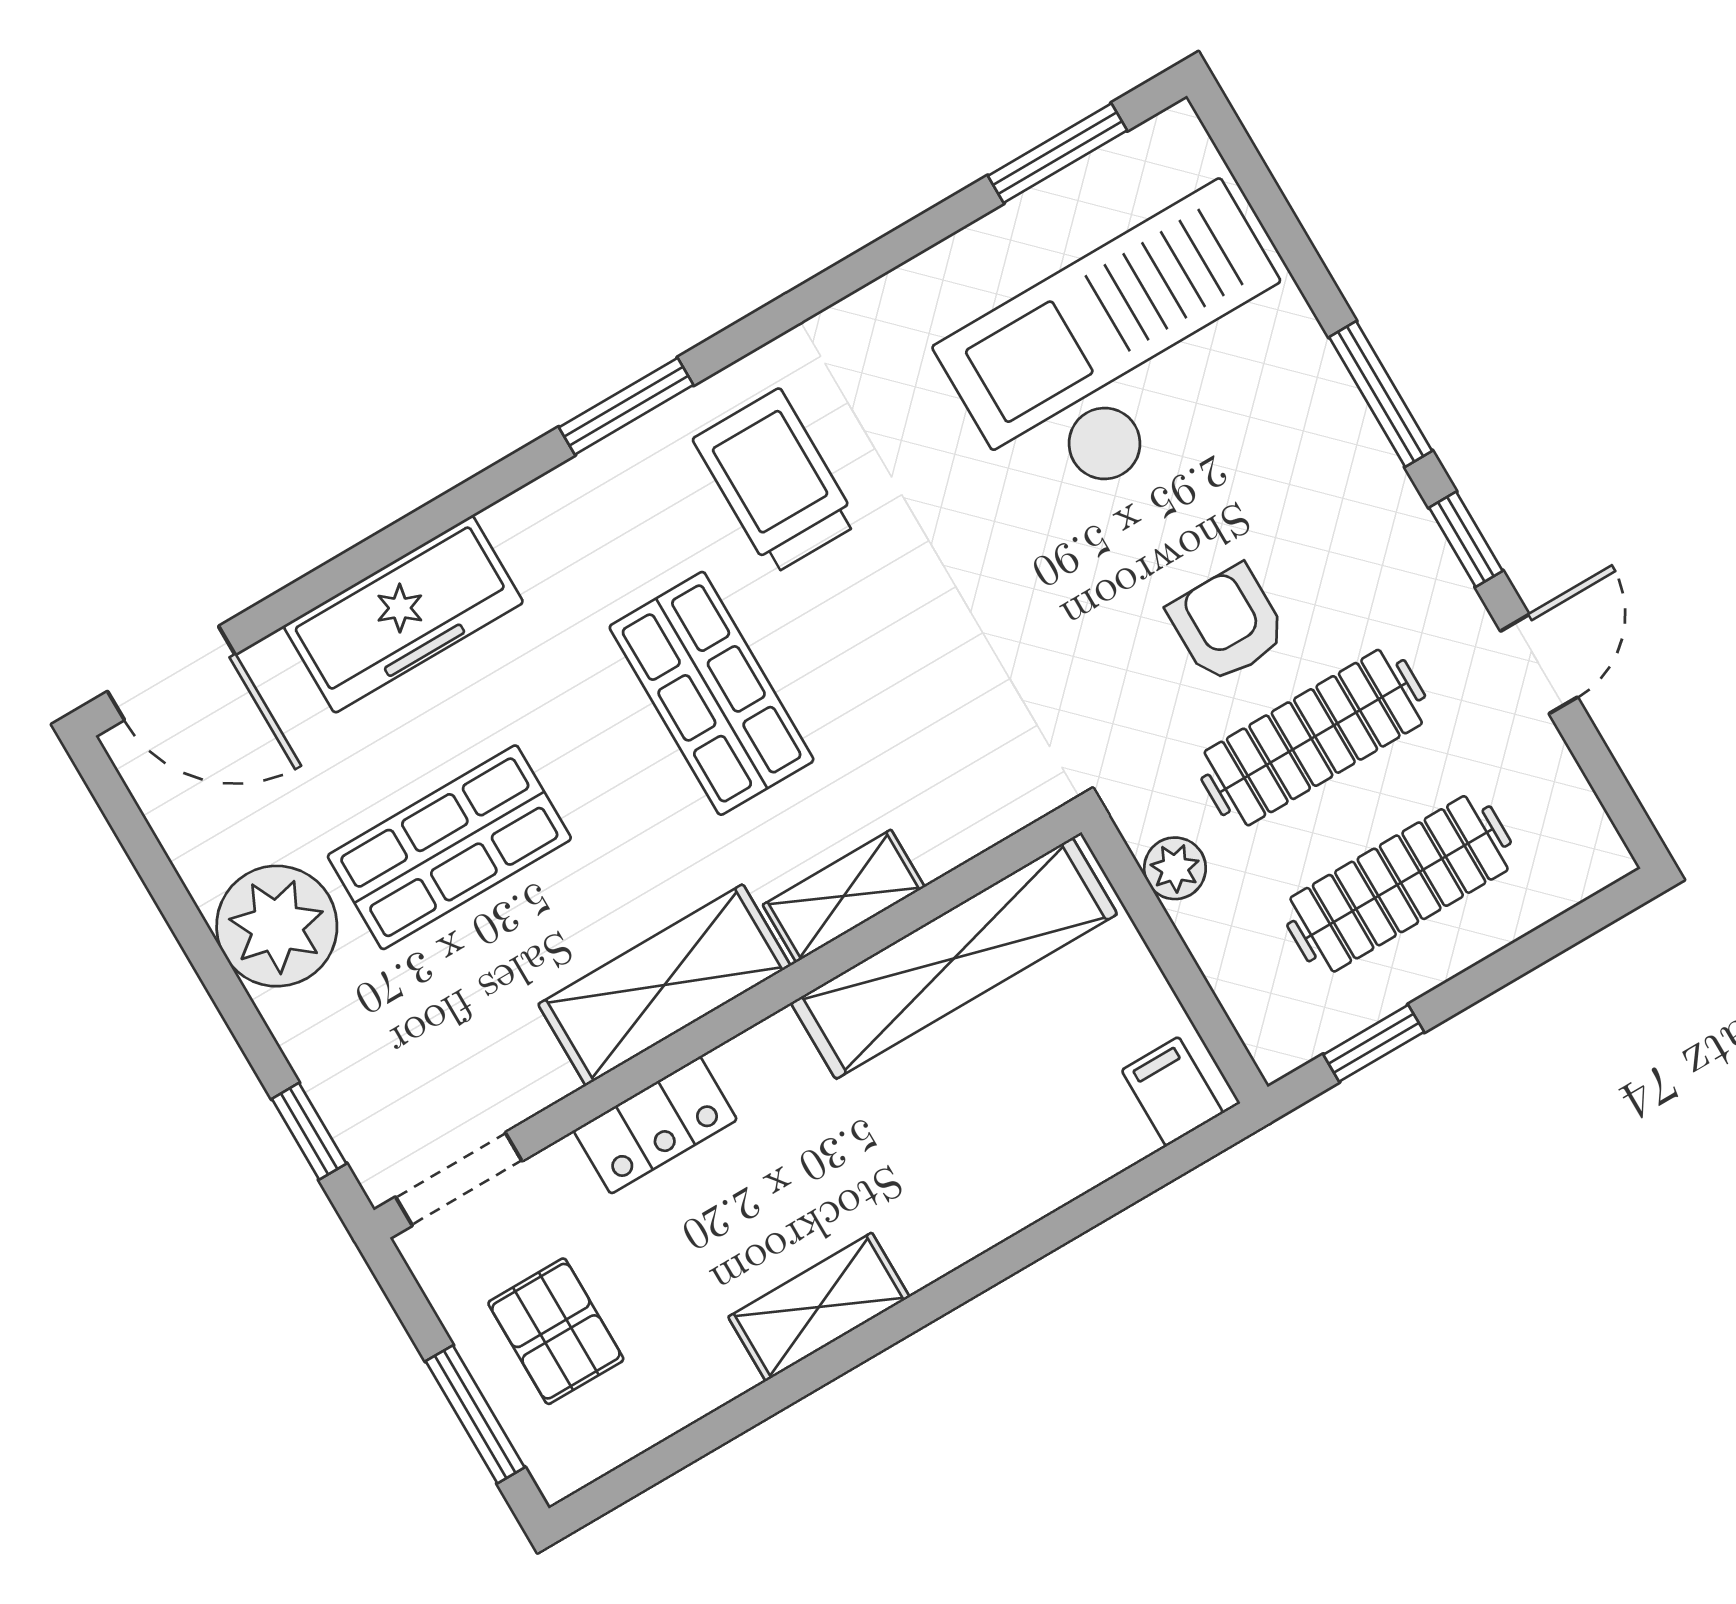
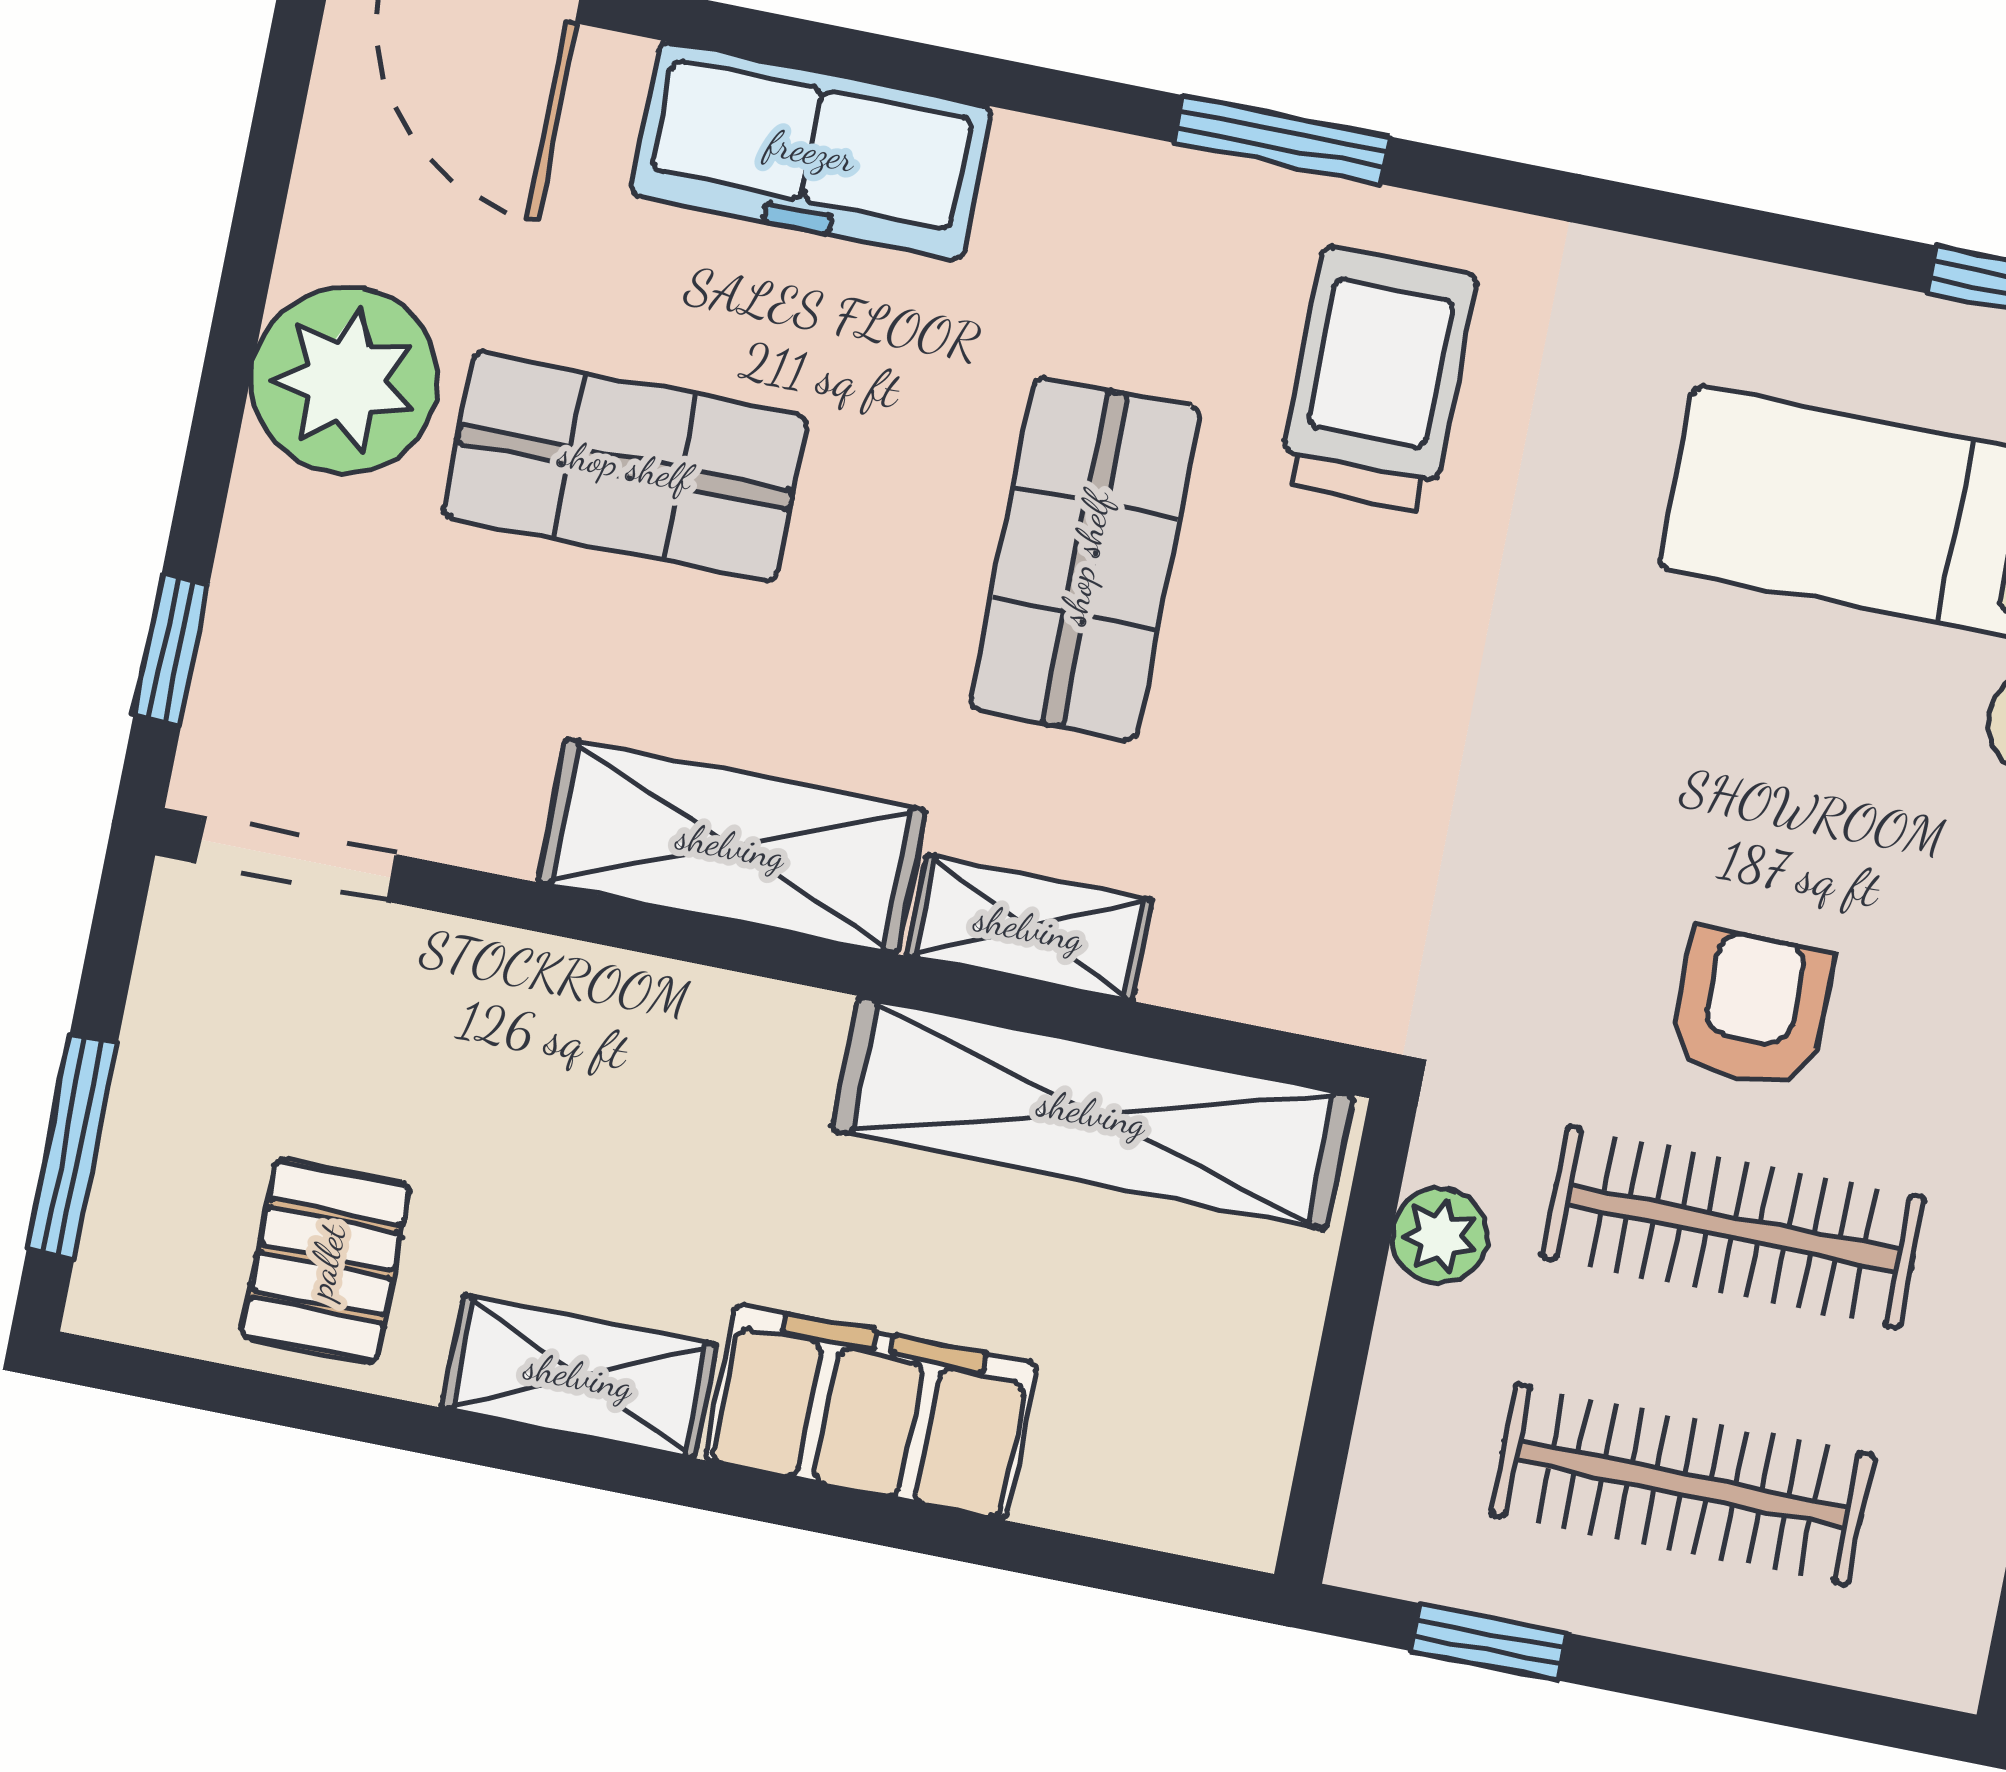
filing cabinet: (1172, 1092) -> (871, 1412), moved, width x3.00, depth x1.17
locker: (655, 1125) -> (577, 998), removed
pallet: (556, 1331) -> (326, 1261), moved

